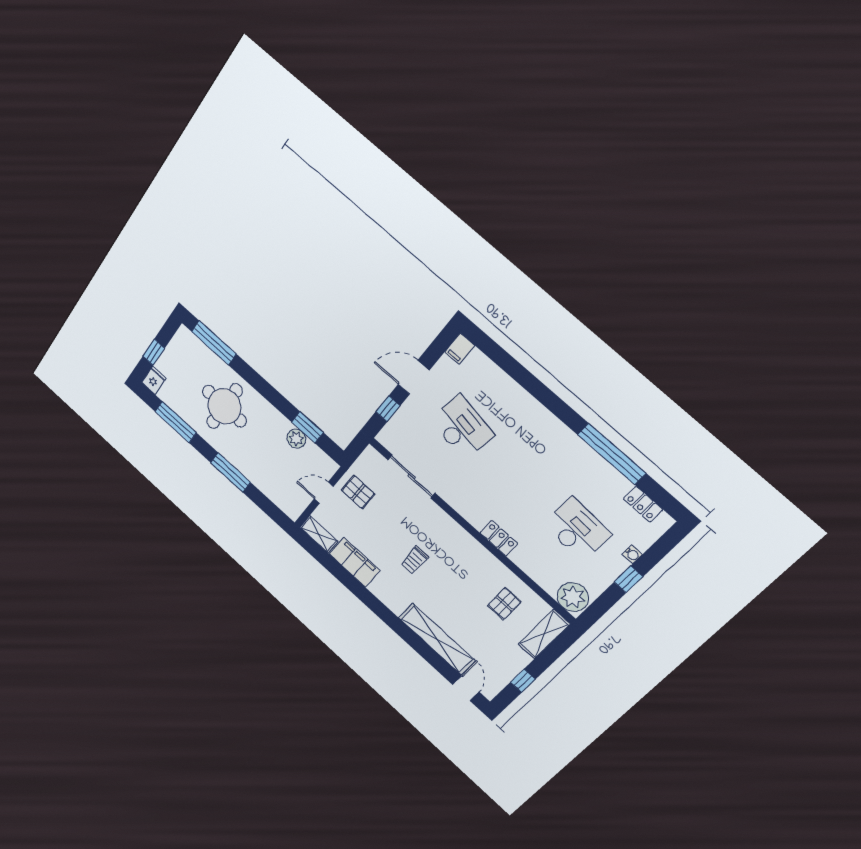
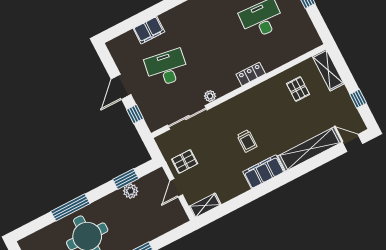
window: (214, 343) -> (70, 207), moved
filing cabinet: (460, 349) -> (149, 30), moved, width x2.00
filing cabinet: (355, 562) -> (264, 172), moved
plant: (573, 597) -> (210, 96), moved, width x0.53, depth x0.53

